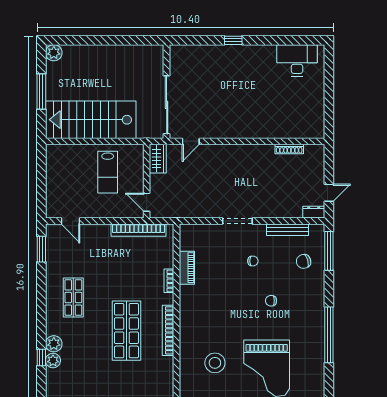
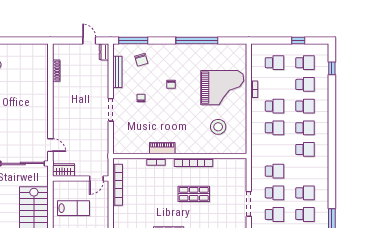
piano: (187, 268) -> (162, 148), moved
shop shelf: (126, 331) -> (194, 194), width x0.70, depth x0.74

